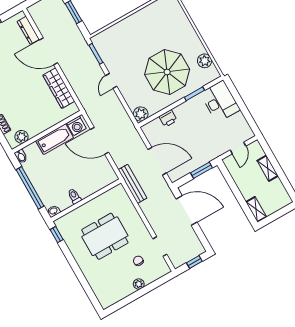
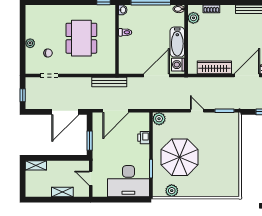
desk: (220, 101) -> (128, 181), width x1.36, depth x1.30

